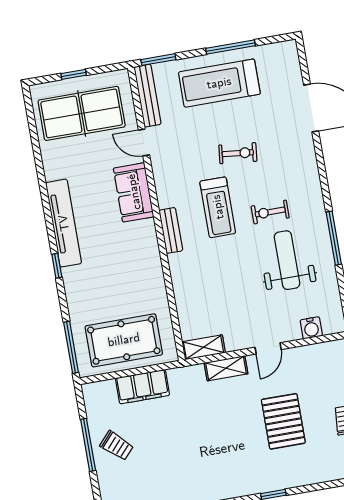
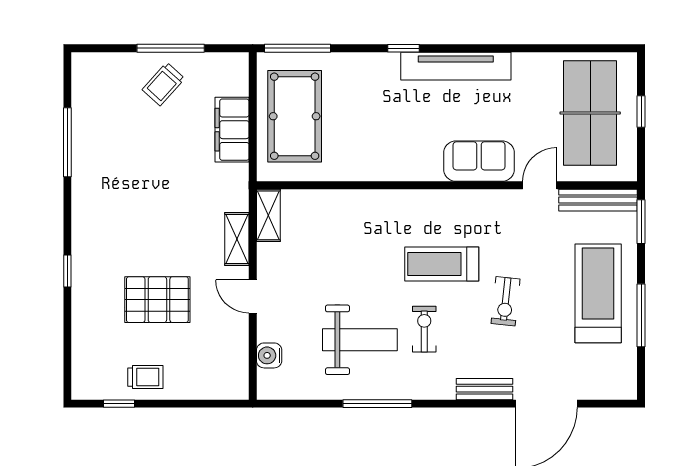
bench: (171, 230) -> (484, 389), moved

